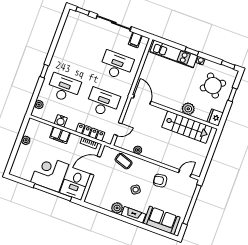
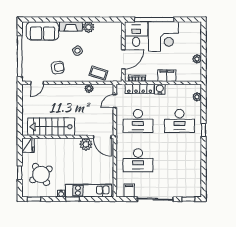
plant: (188, 109) -> (86, 144), moved
water cooler: (61, 121) -> (160, 89), moved

